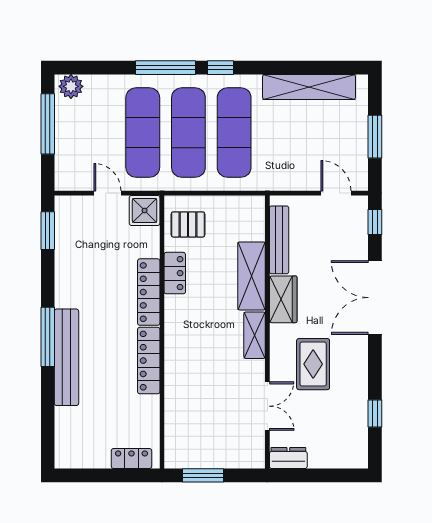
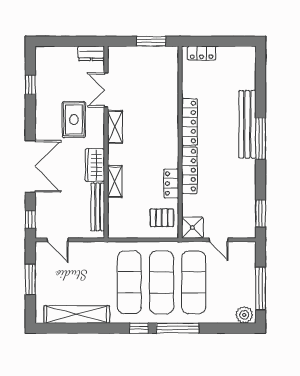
shelving: (251, 276) -> (115, 182), width x0.67, depth x0.75
shelving: (255, 335) -> (115, 127), moved

